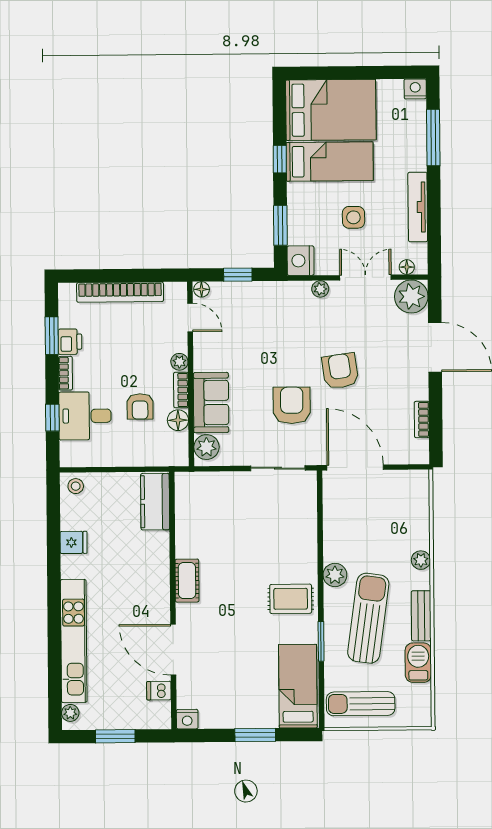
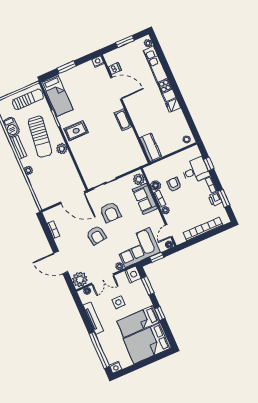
window: (433, 137) -> (99, 350), width x1.46
corner sofa: (268, 311) -> (137, 248), added
door: (190, 317) -> (169, 231), hinge flipped
fridge: (74, 542) -> (173, 105), moved

